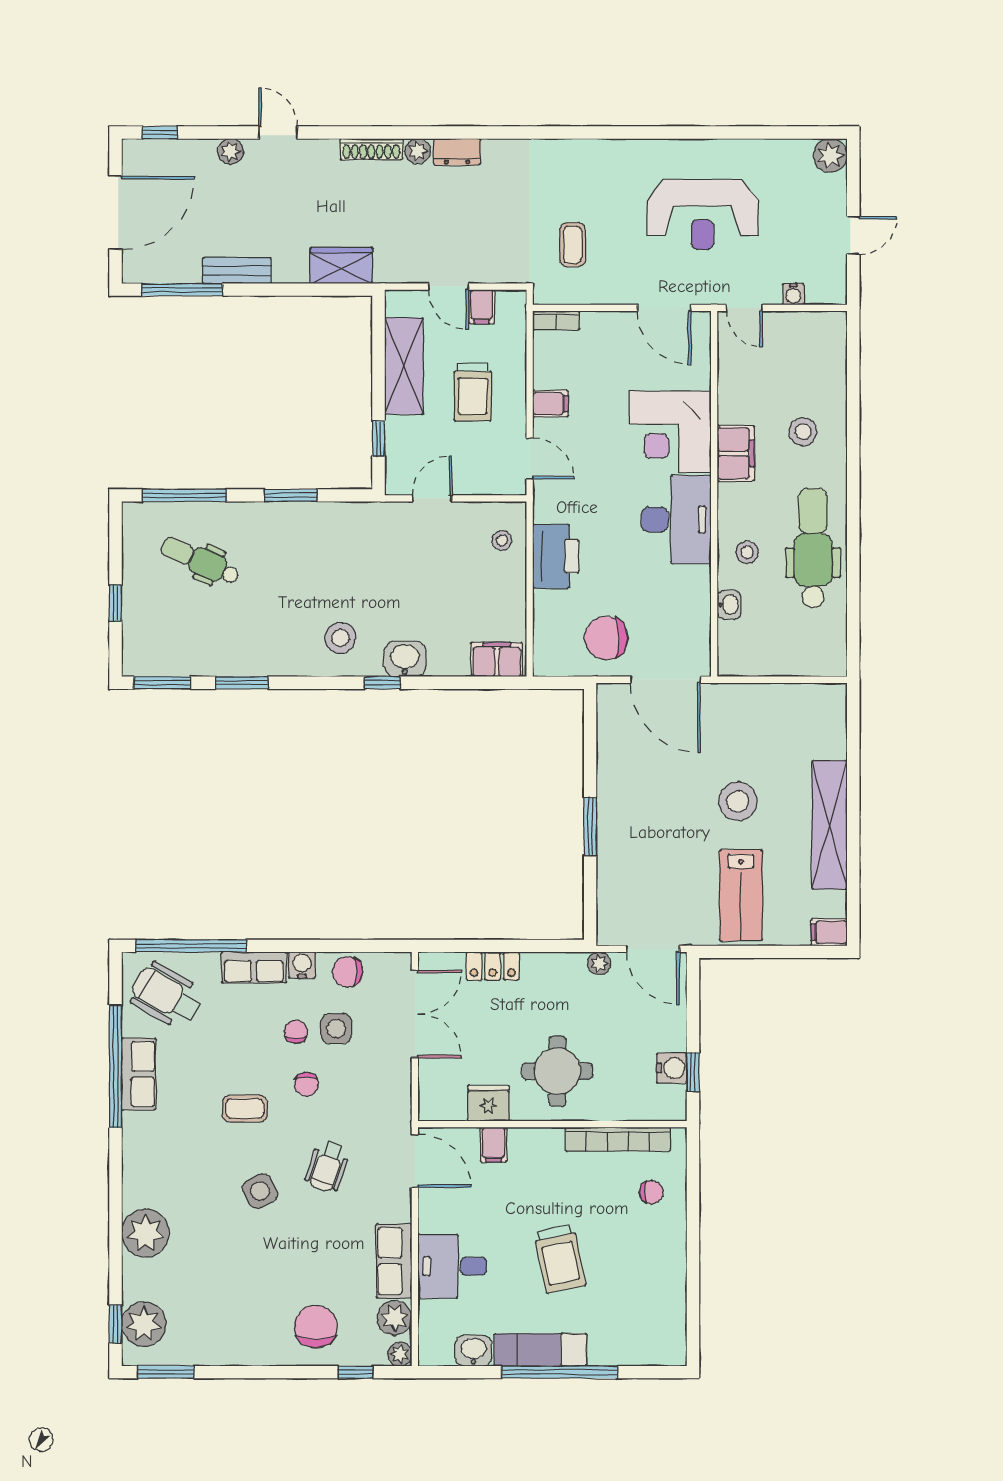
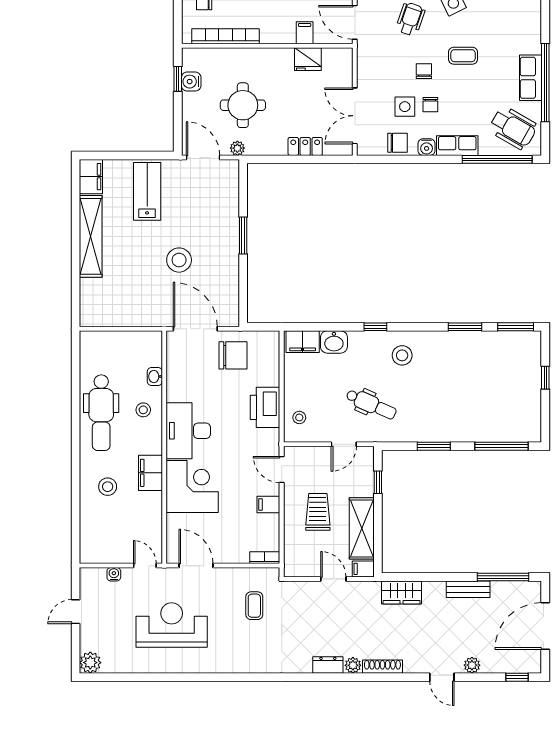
filing cabinet: (482, 307) -> (363, 569), moved, turned -90
dental chair: (200, 561) -> (371, 404), moved
washbasin: (405, 659) -> (334, 342), moved
stool: (738, 801) -> (179, 260), moved
filing cabinet: (829, 932) -> (91, 177), width x2.00
round table: (557, 1071) -> (243, 105), moved

